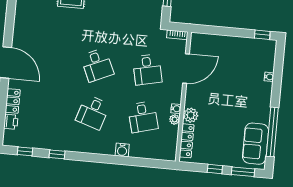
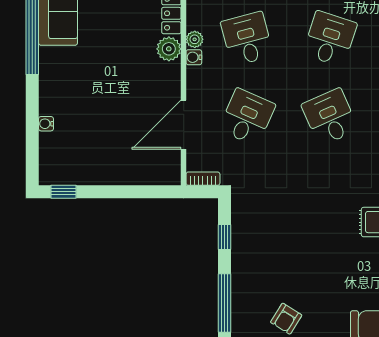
desk: (147, 70) -> (247, 117), turned 36

